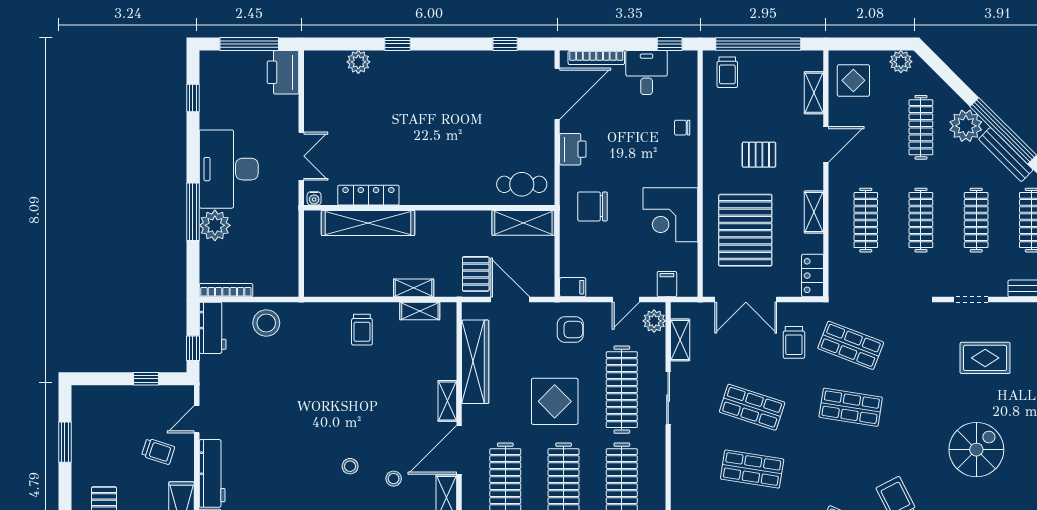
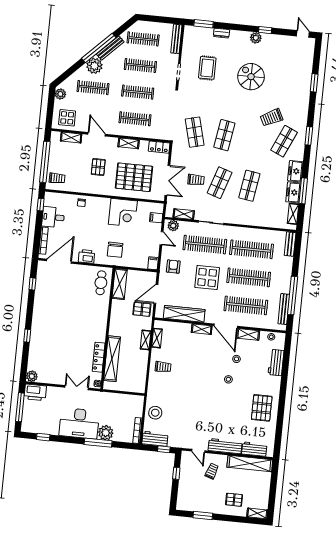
plant: (358, 62) -> (32, 376), moved
door: (557, 94) -> (59, 261), hinge flipped
trolley: (794, 342) -> (196, 180), moved
shop shelf: (851, 345) -> (195, 132), turned -36

